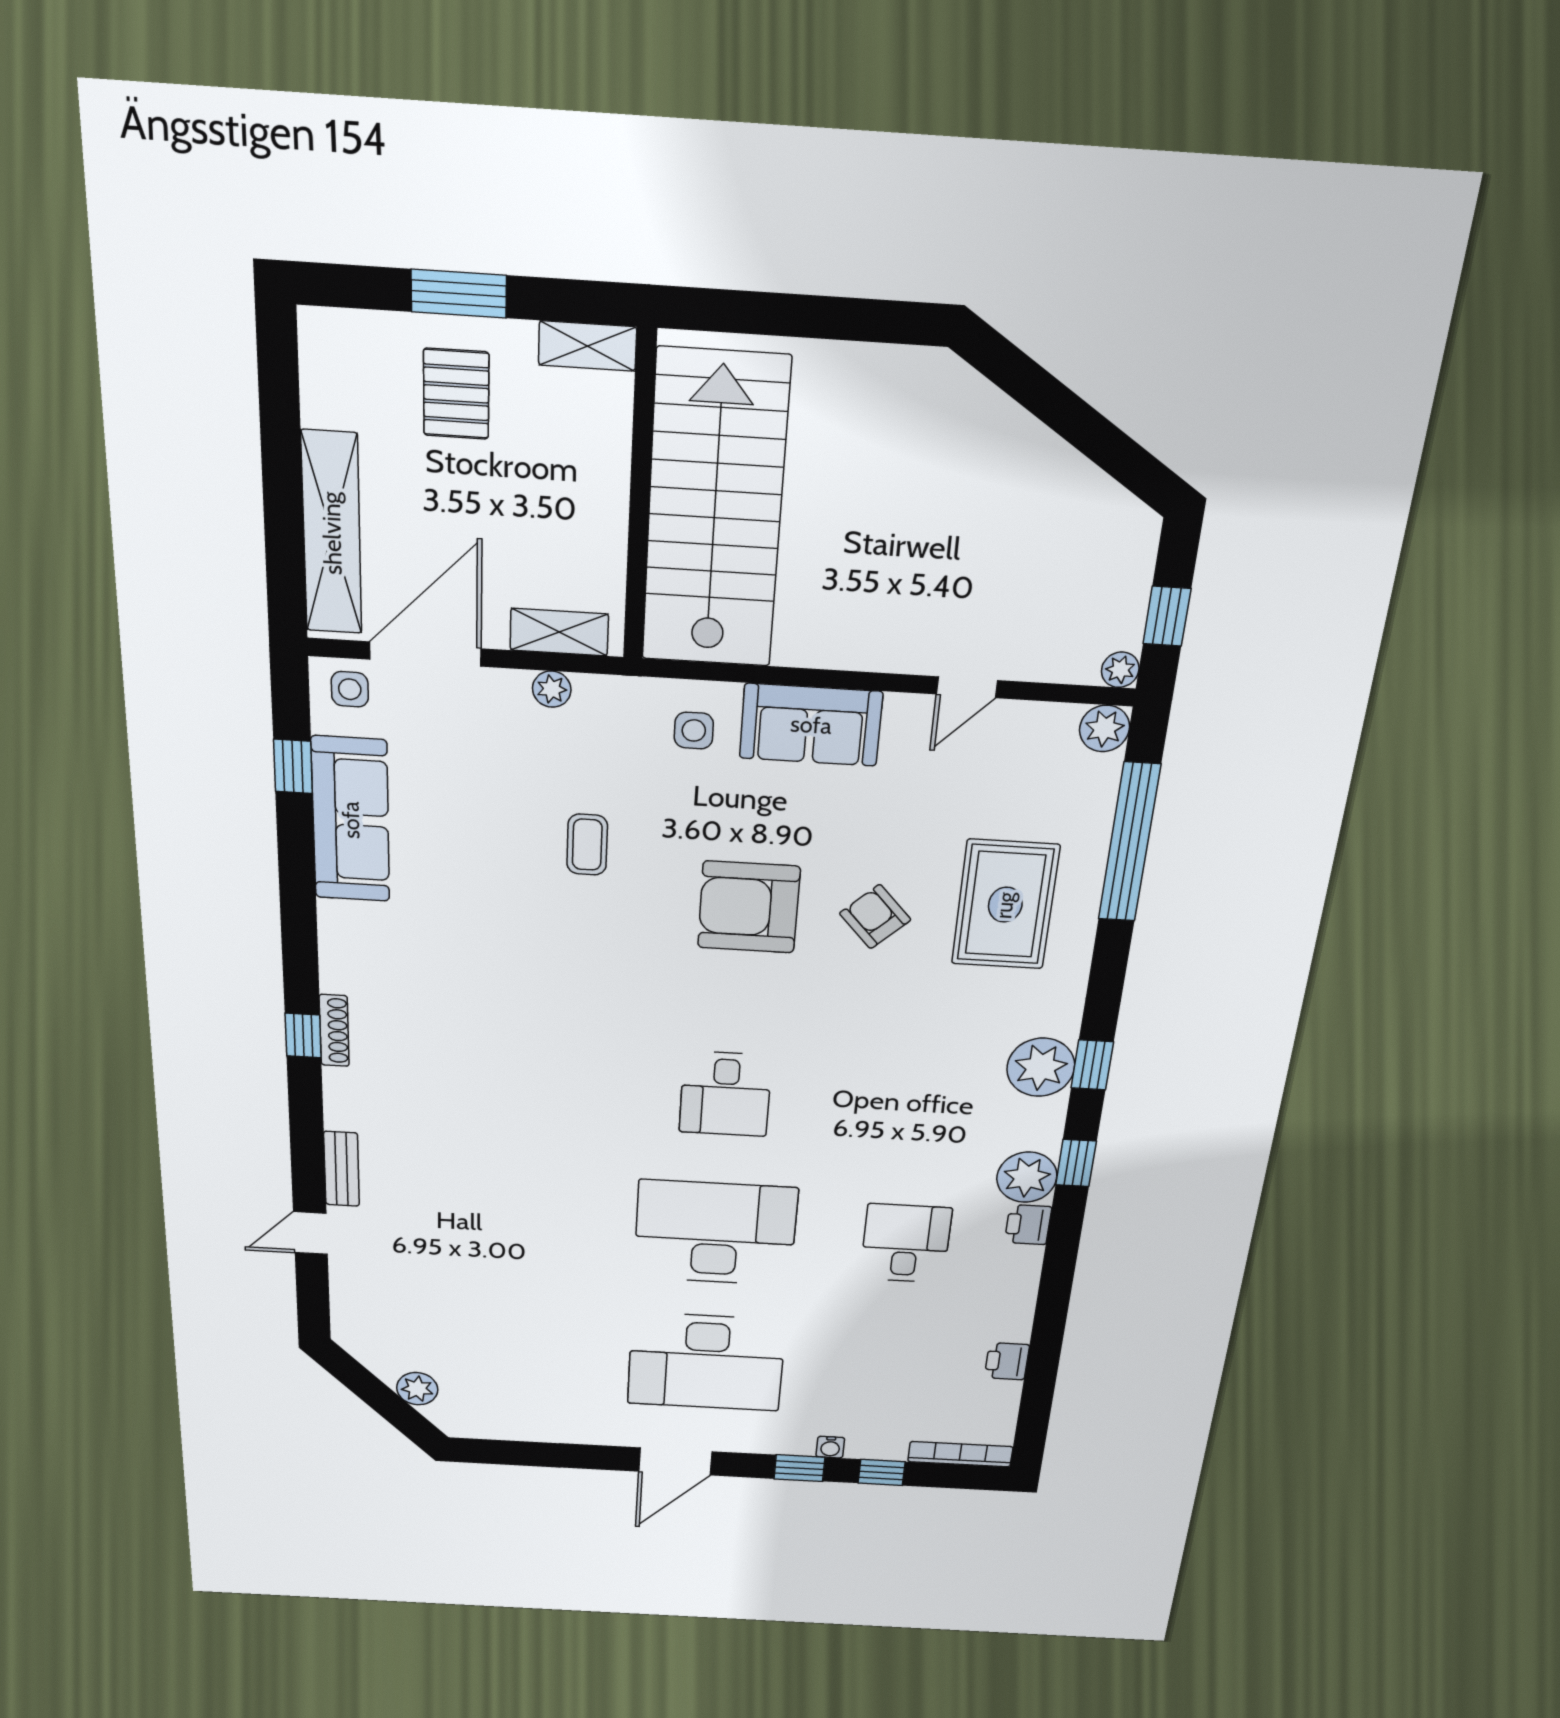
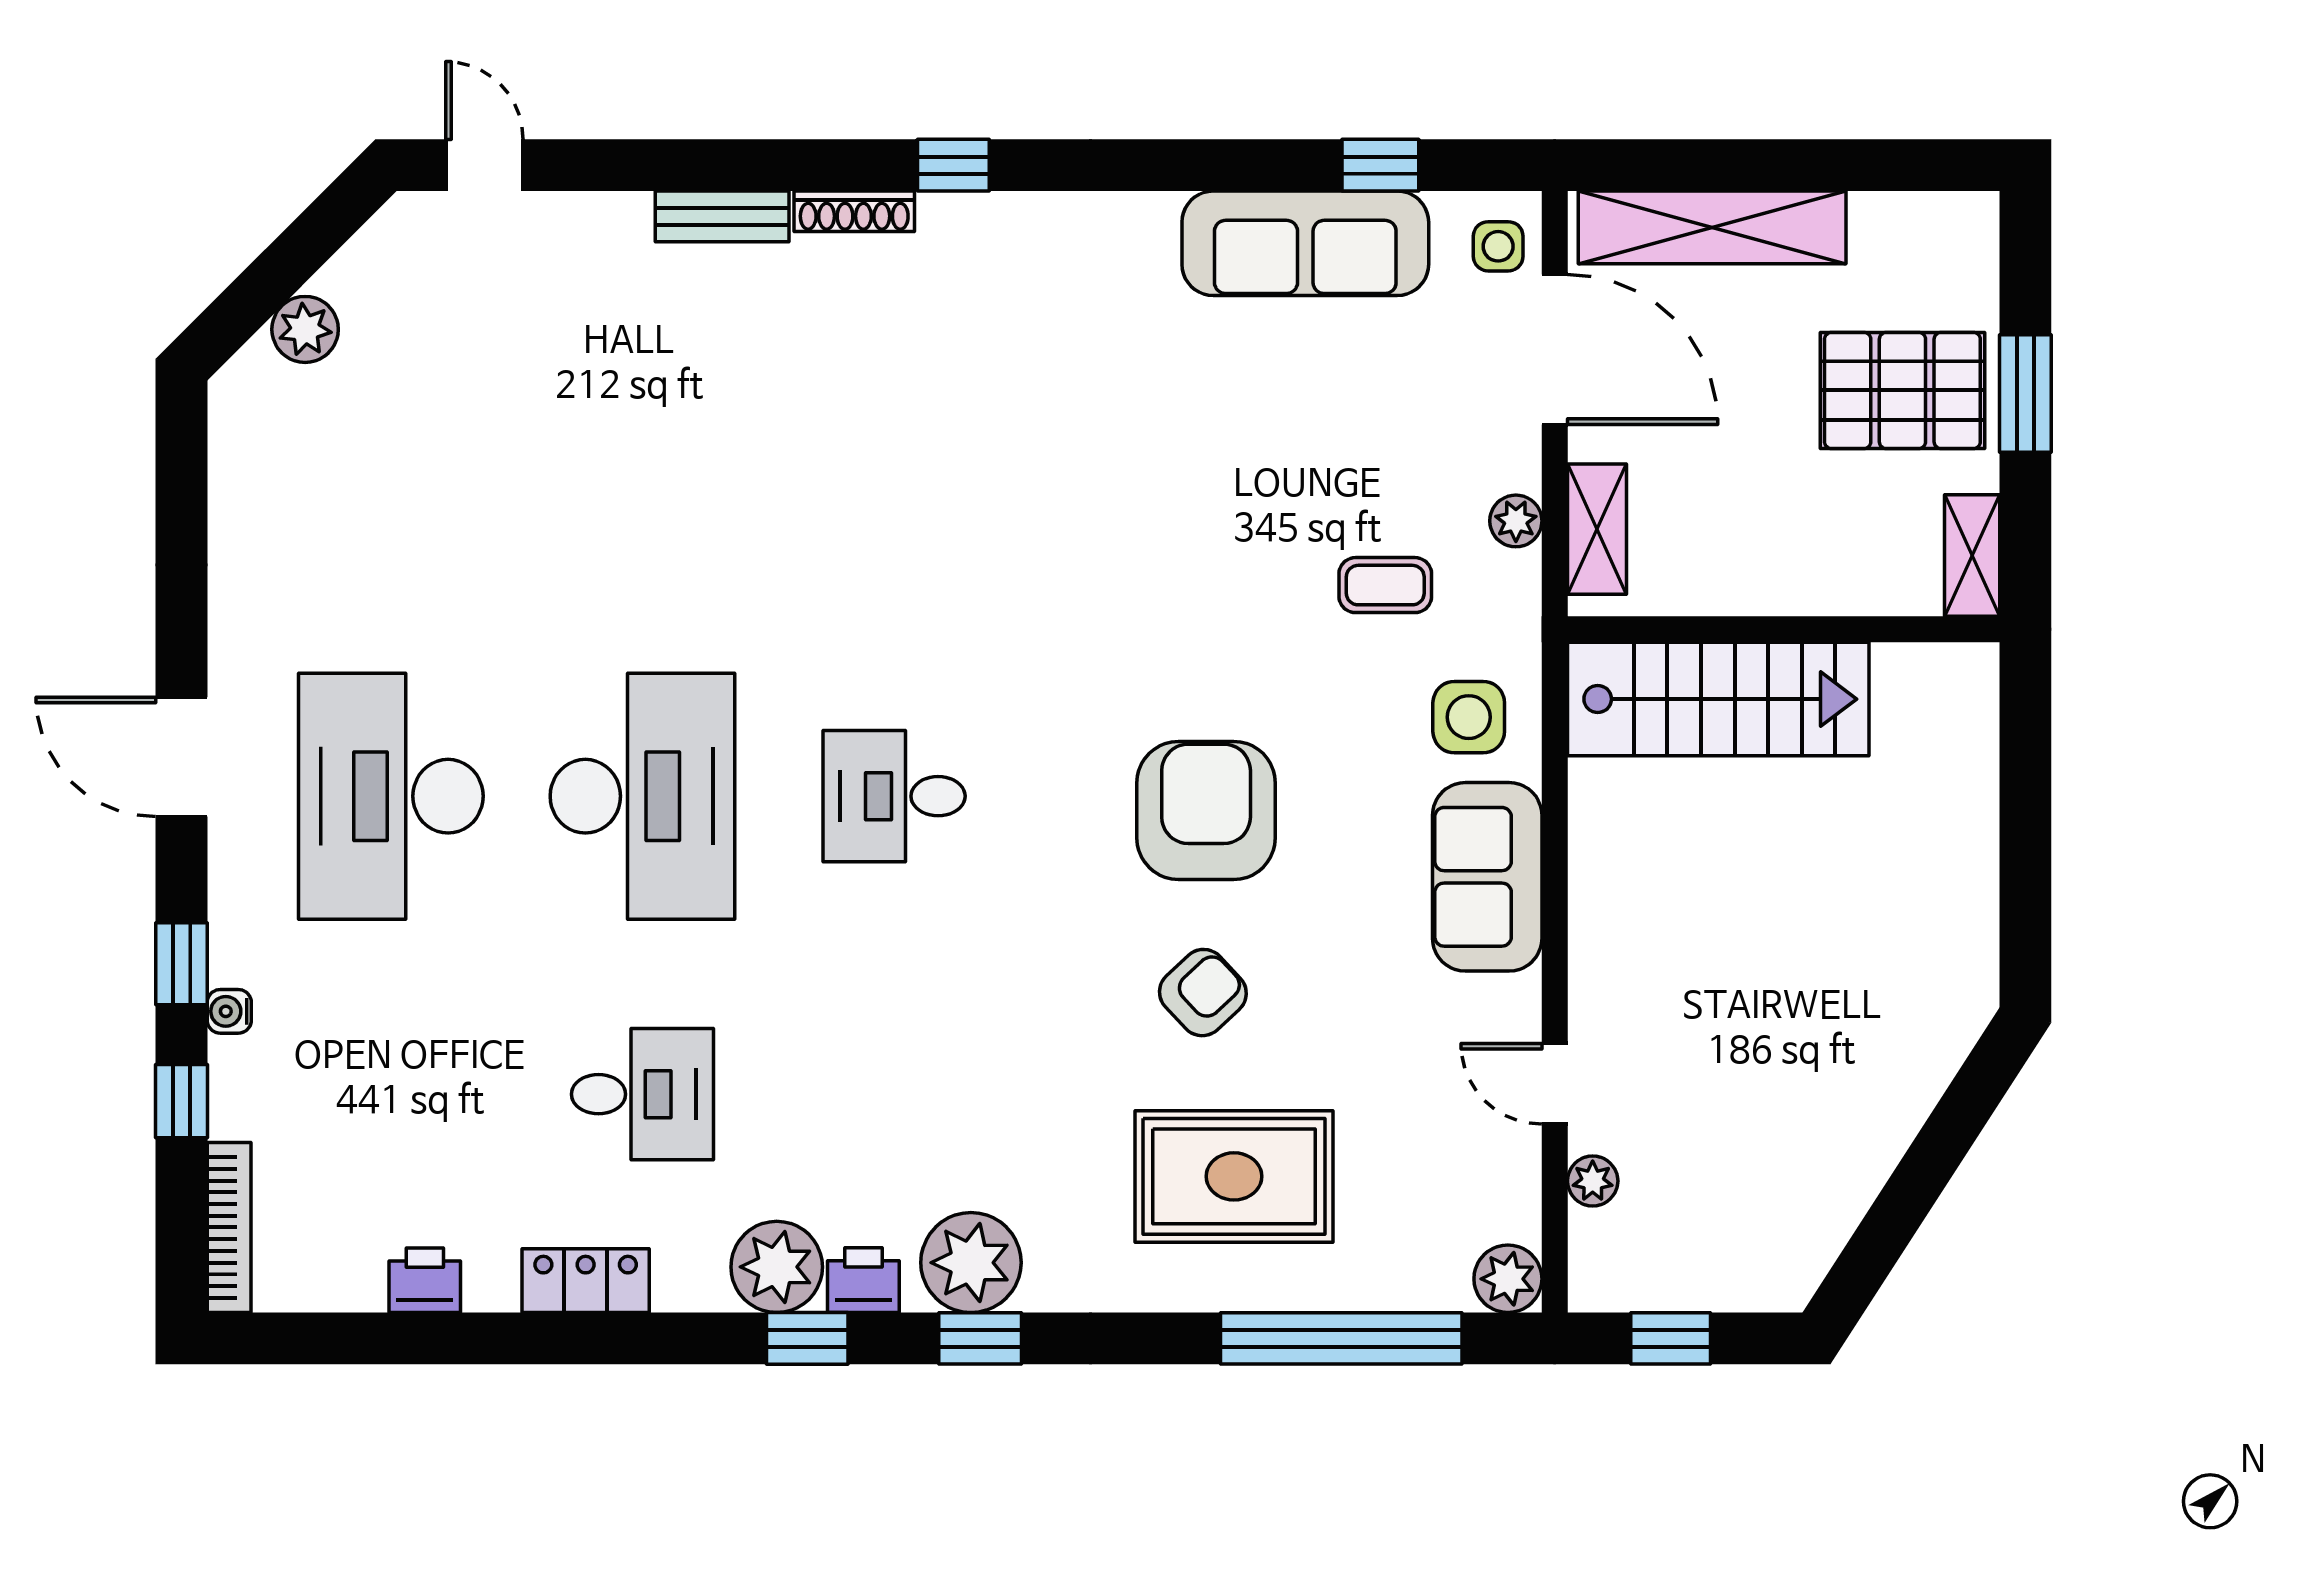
pallet: (456, 394) -> (1902, 390), width x1.50, depth x1.42
stairs: (715, 511) -> (1718, 699), width x0.73, depth x0.66
plant: (1120, 670) -> (1593, 1181), moved
side table: (694, 731) -> (1469, 717), width x1.37, depth x1.37
coffee table: (587, 845) -> (1385, 585), moved
shoe rack: (334, 1030) -> (854, 211), moved
printer: (1028, 1225) -> (863, 1280), moved
door: (311, 1233) -> (484, 165), moved
locker: (1020, 1280) -> (586, 1281), added

